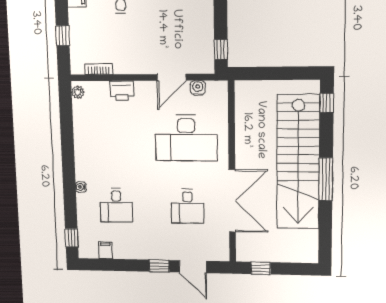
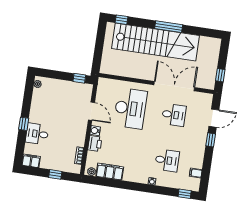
water cooler: (198, 88) -> (95, 131), moved
filing cabinet: (83, 121) -> (110, 172), added

